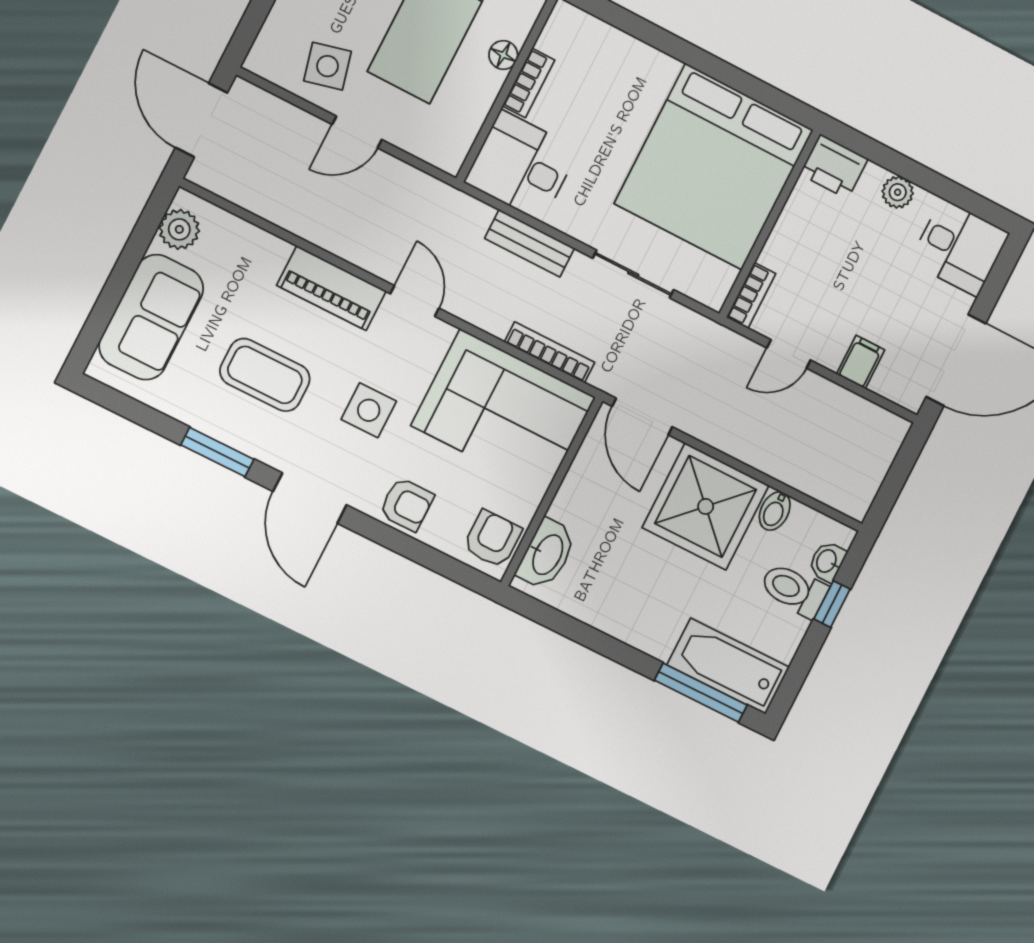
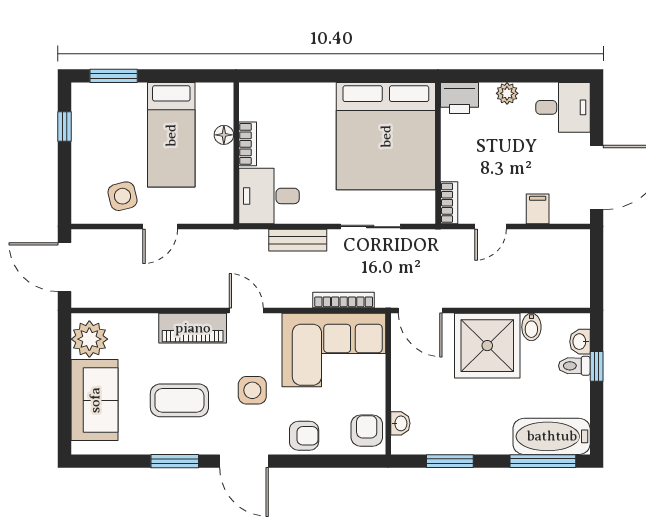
plant: (179, 229) -> (89, 339), width x1.36, depth x1.36
washbasin: (547, 554) -> (400, 423), width x0.52, depth x0.69
toilet: (794, 590) -> (574, 366), width x0.73, depth x0.72
window: (581, 633) -> (450, 461), added

